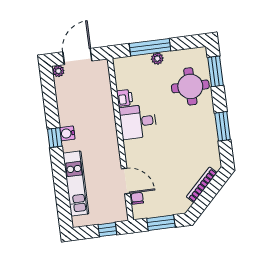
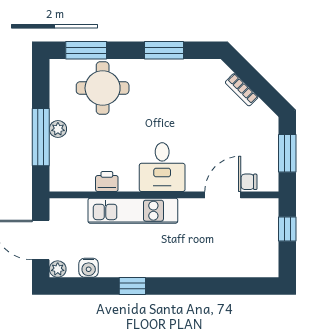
desk: (138, 122) -> (162, 167), moved
water cooler: (67, 133) -> (89, 268), moved
window: (55, 138) -> (132, 286), moved
kitchen unit: (76, 183) -> (133, 211), moved, turned 180
bookcase: (202, 185) -> (242, 90), width x0.64

